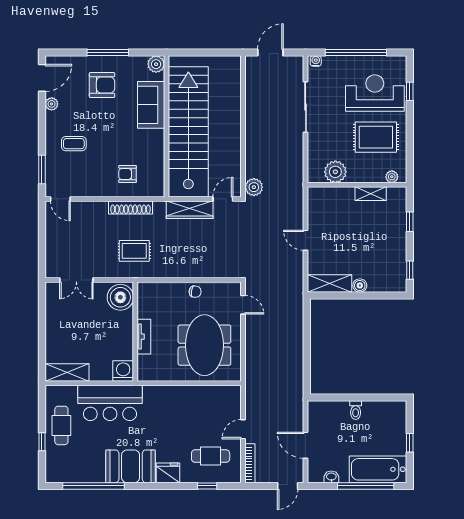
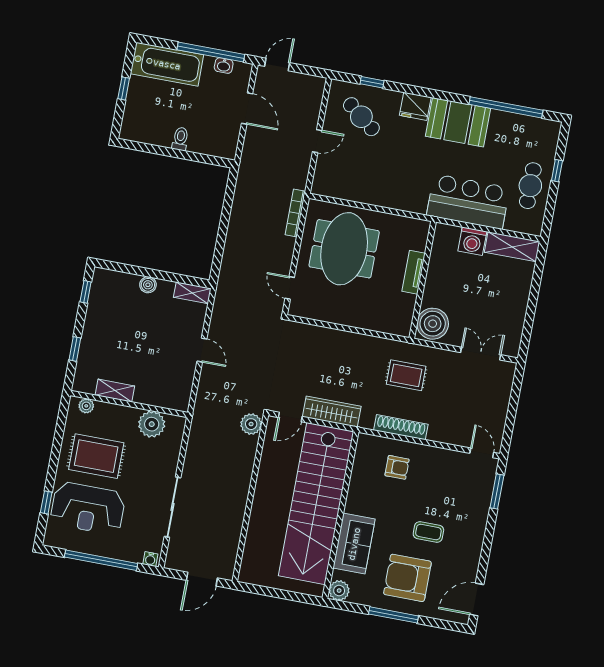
armchair: (102, 85) -> (407, 578), width x1.36, depth x1.36
plant: (52, 104) -> (471, 567), removed
coffee table: (74, 144) -> (428, 532), moved
shelving: (330, 283) -> (192, 293), width x0.67, depth x0.75
chair: (195, 292) -> (343, 314), removed
washing machine: (123, 371) -> (472, 241), moved
cafe table: (211, 456) -> (361, 117), turned 38
bookcase: (250, 463) -> (295, 213), moved
window: (366, 486) -> (211, 52), moved

